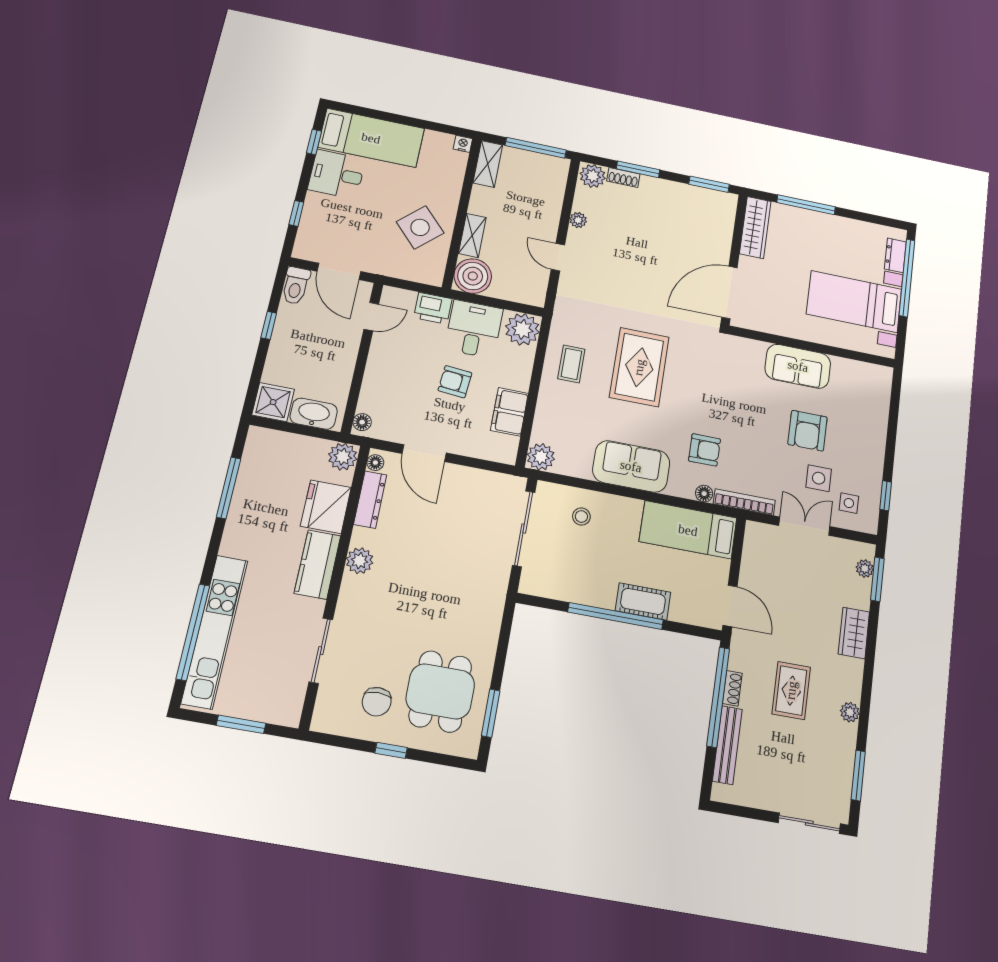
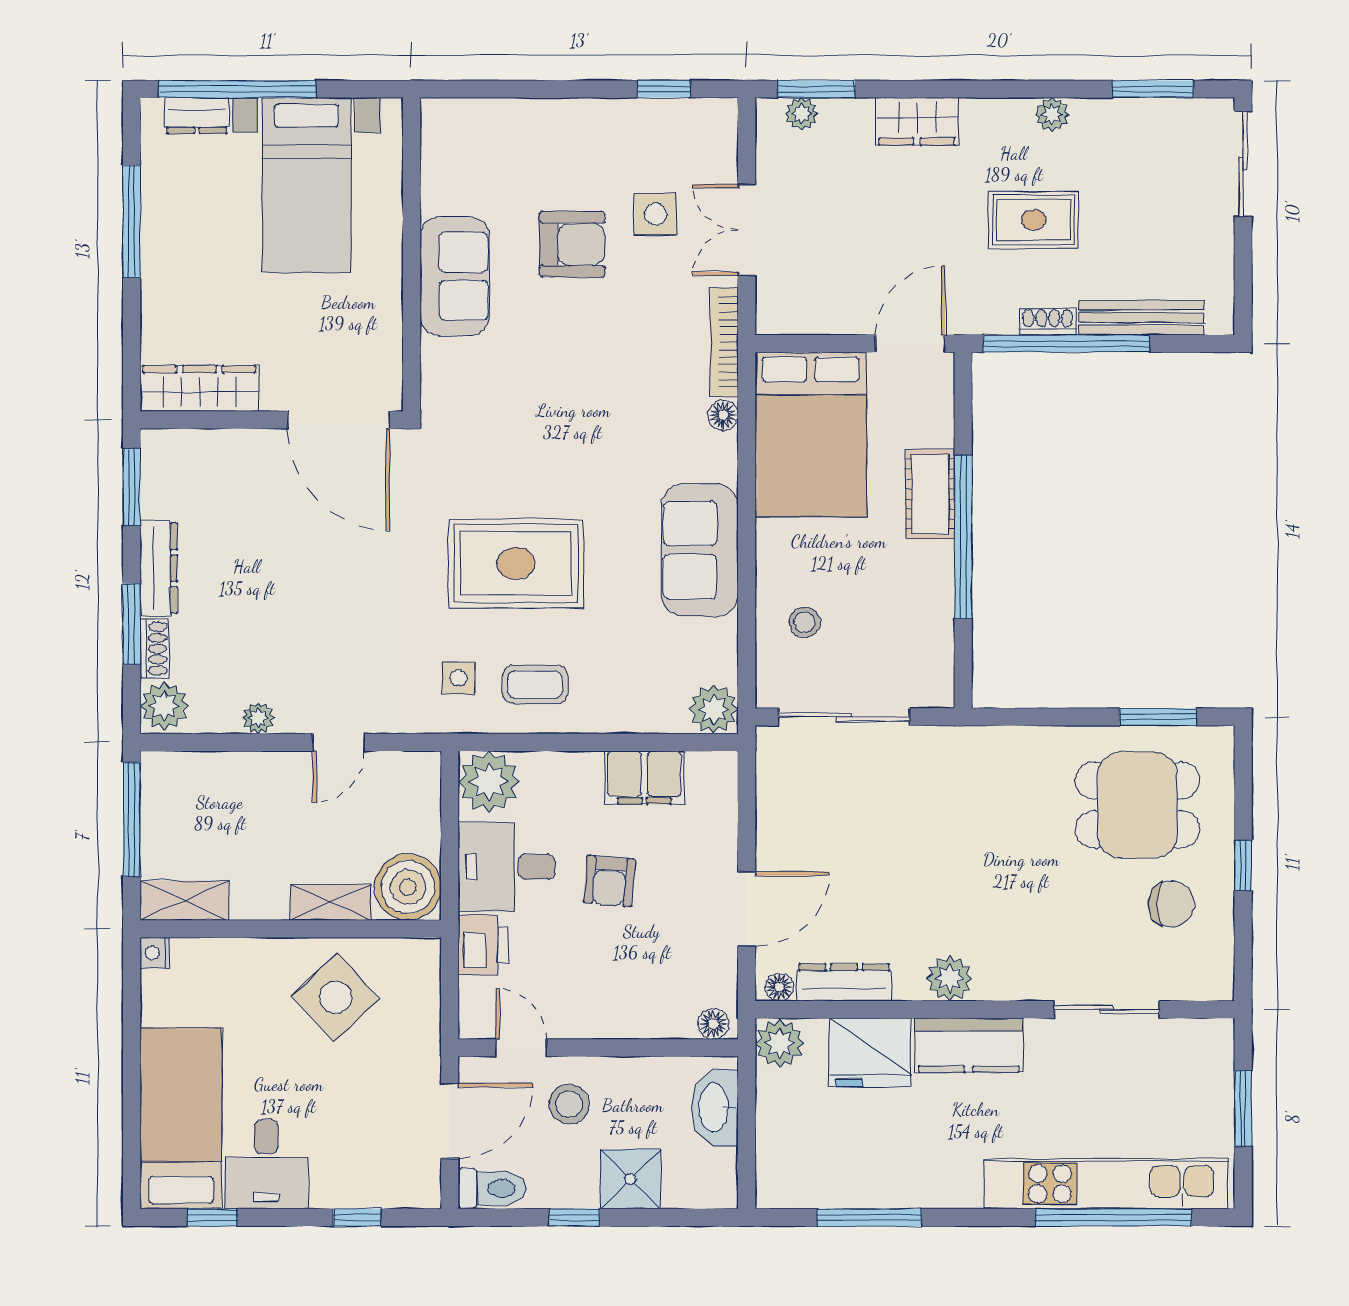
dresser: (665, 188) -> (159, 568), added
window: (806, 205) -> (132, 221), moved
stool: (334, 336) -> (569, 1104), added
shower: (273, 402) -> (630, 1179), moved
armchair: (705, 450) -> (645, 425), removed
side table: (849, 503) -> (459, 678), moved
bed: (688, 530) -> (811, 434), width x1.50

